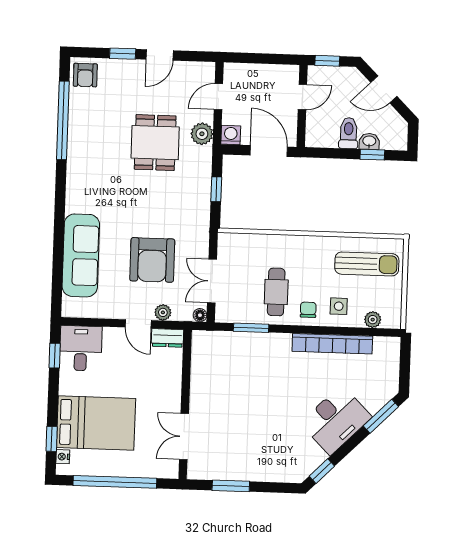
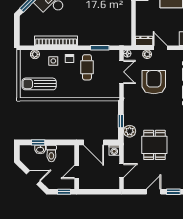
plant: (202, 134) -> (130, 131), moved

